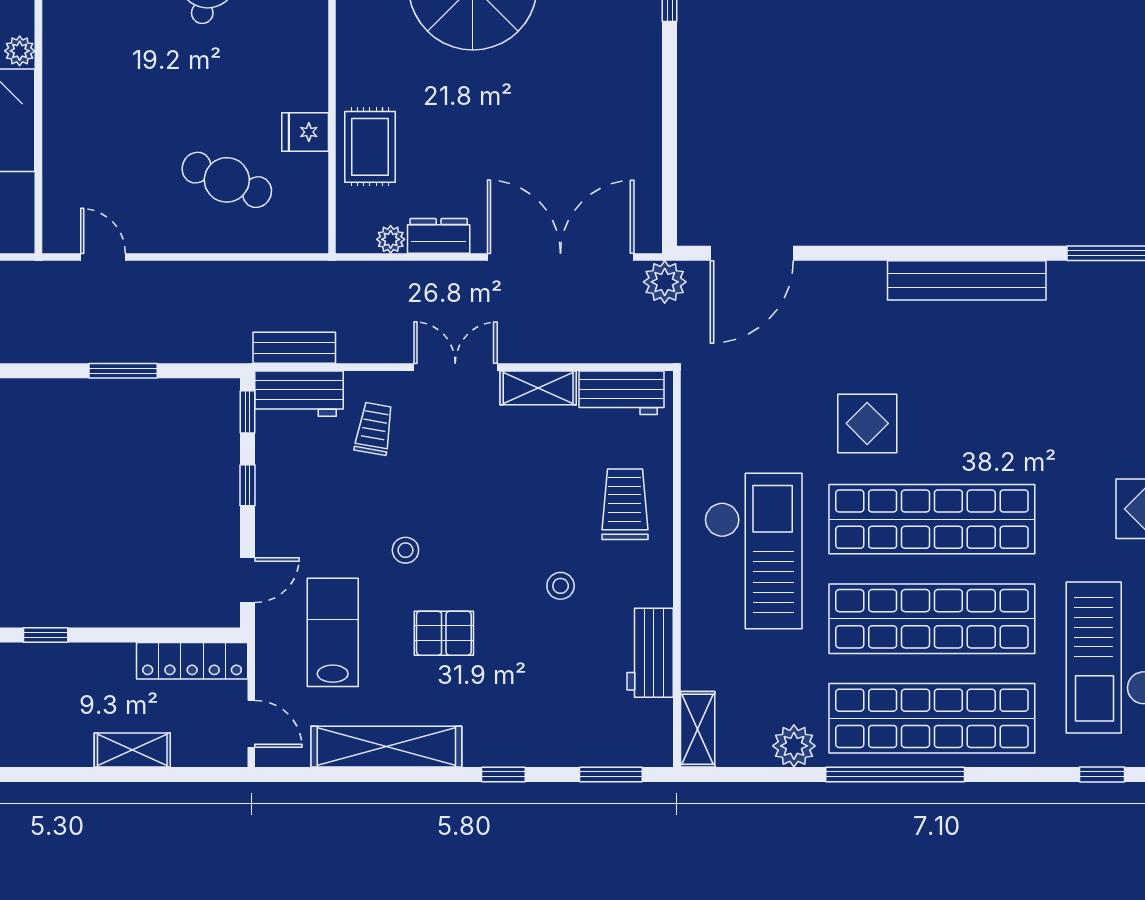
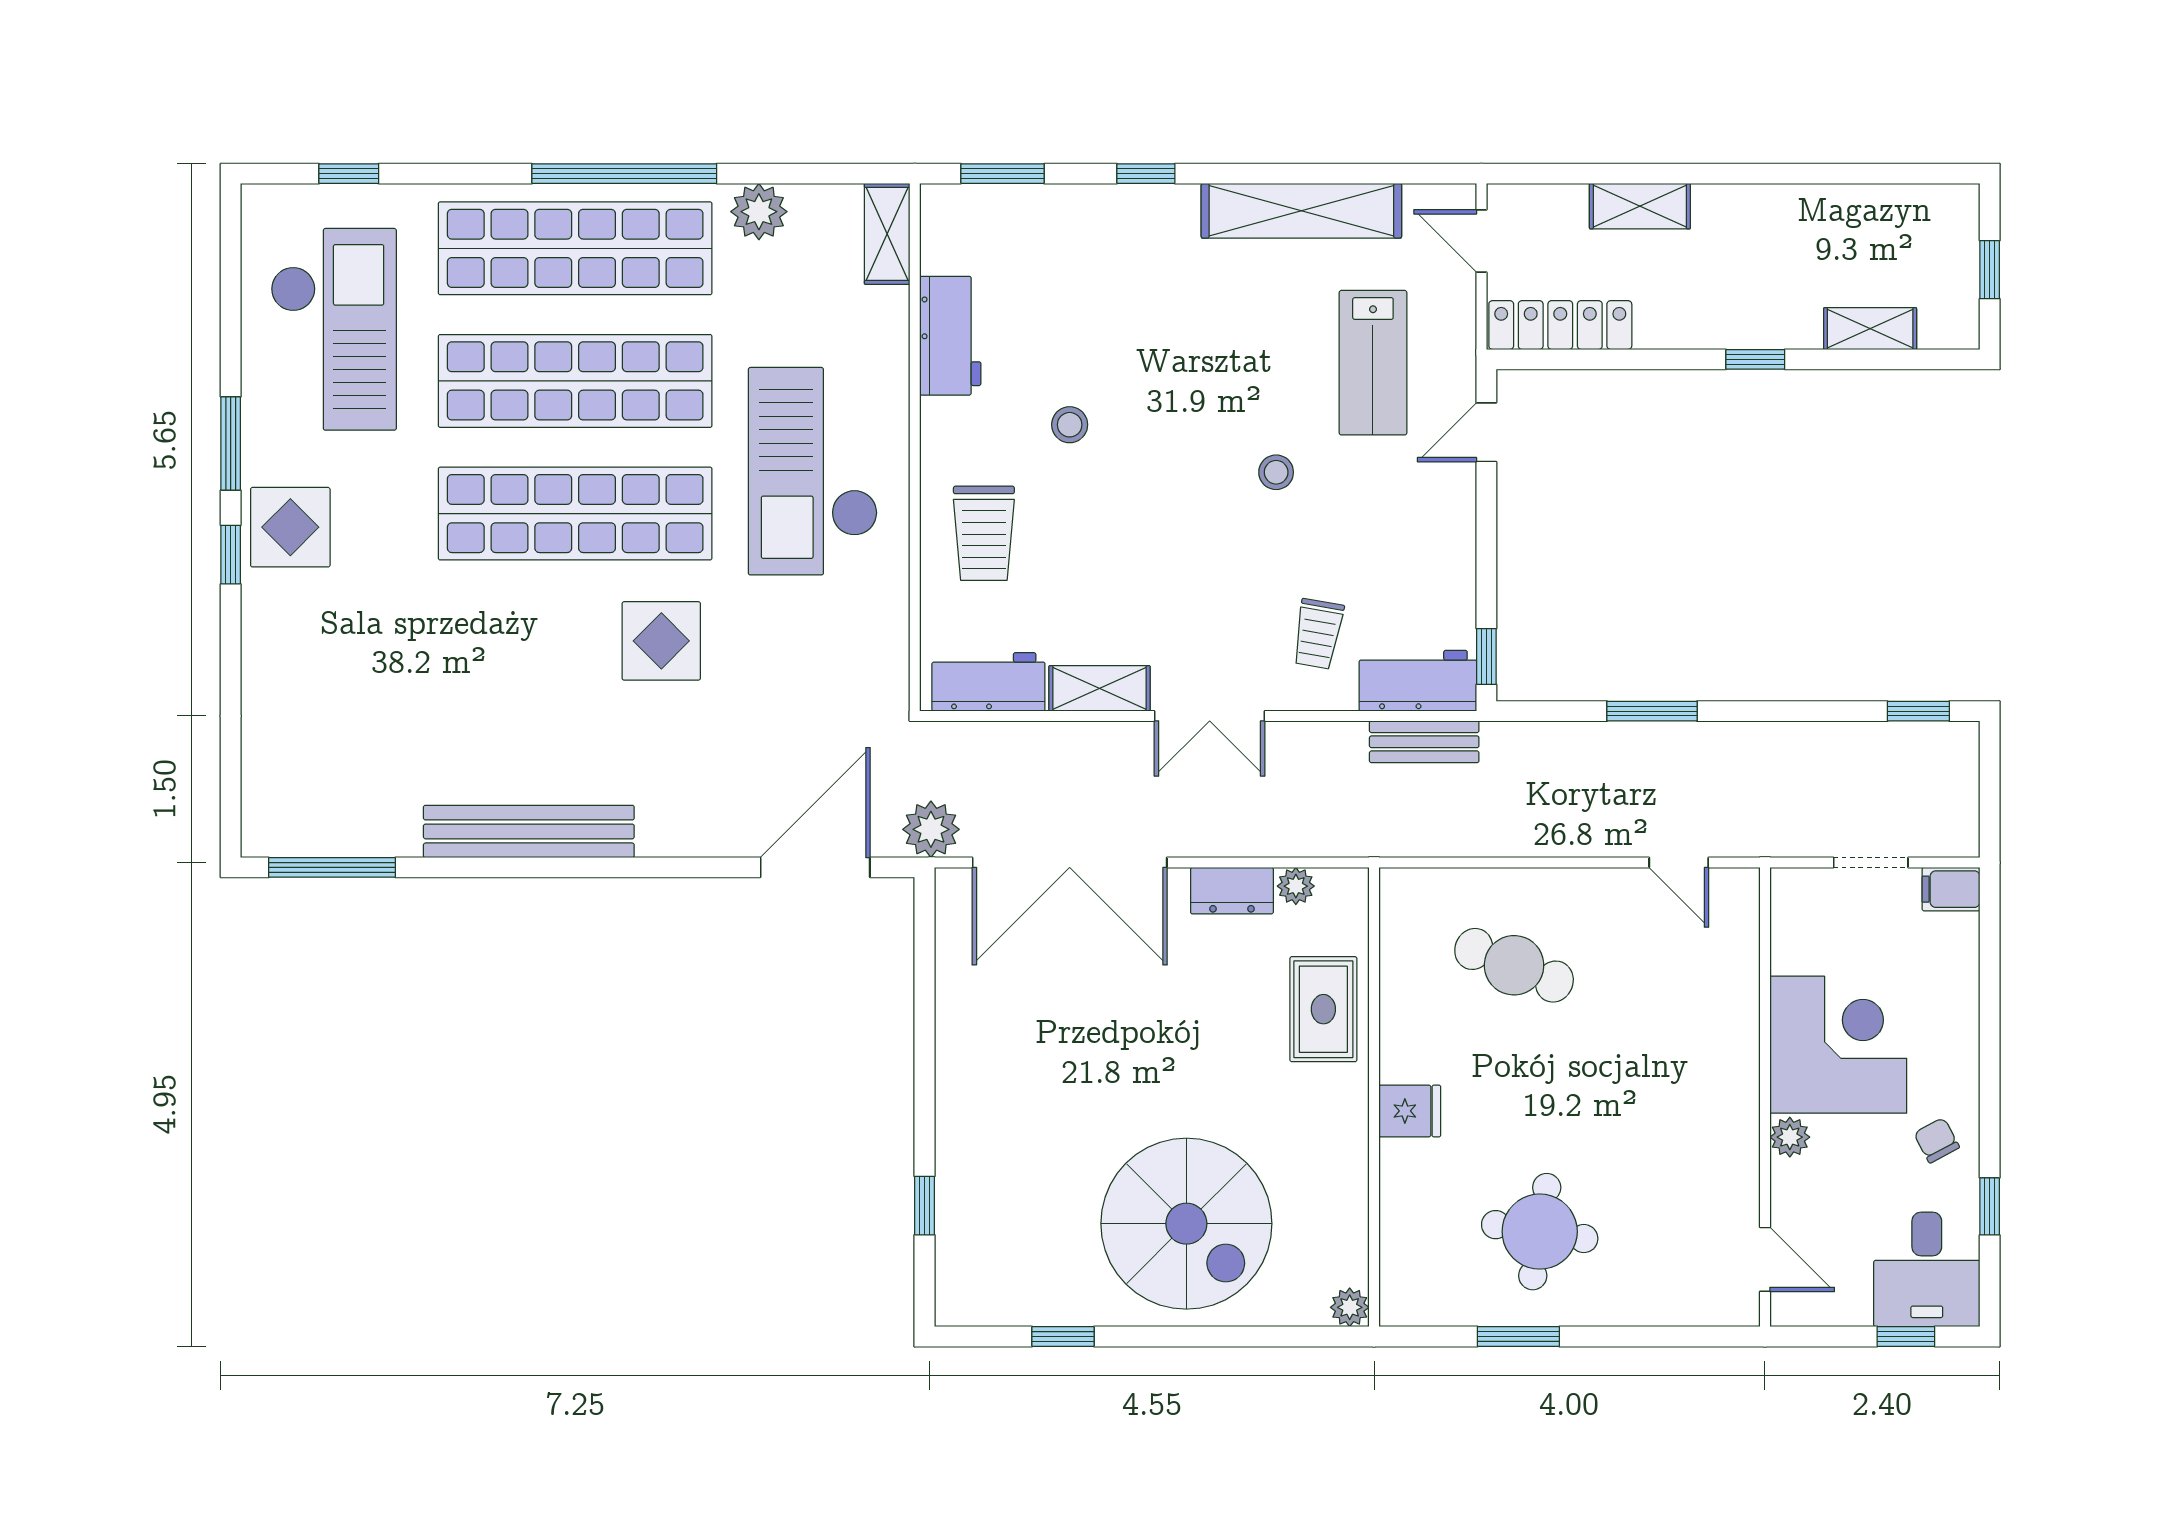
fridge: (305, 132) -> (1410, 1111), moved
window: (248, 485) -> (1486, 559), removed
pallet: (444, 633) -> (1225, 362), removed

